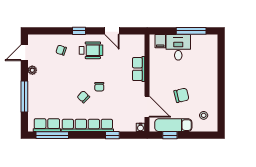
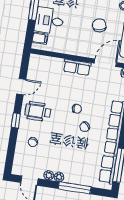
wheelchair: (91, 50) -> (38, 111), turned -90
row of seats: (139, 69) -> (77, 67), moved
plant: (32, 80) -> (59, 177), added

